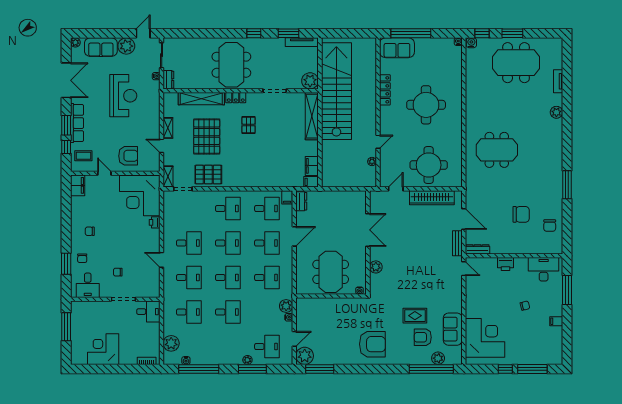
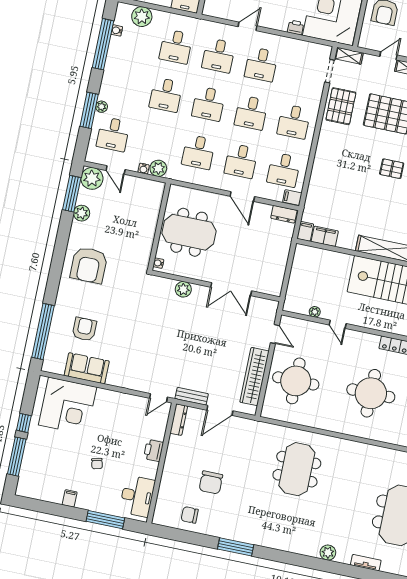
rug: (415, 316) -> (113, 325), removed
plant: (438, 358) -> (82, 213), moved

